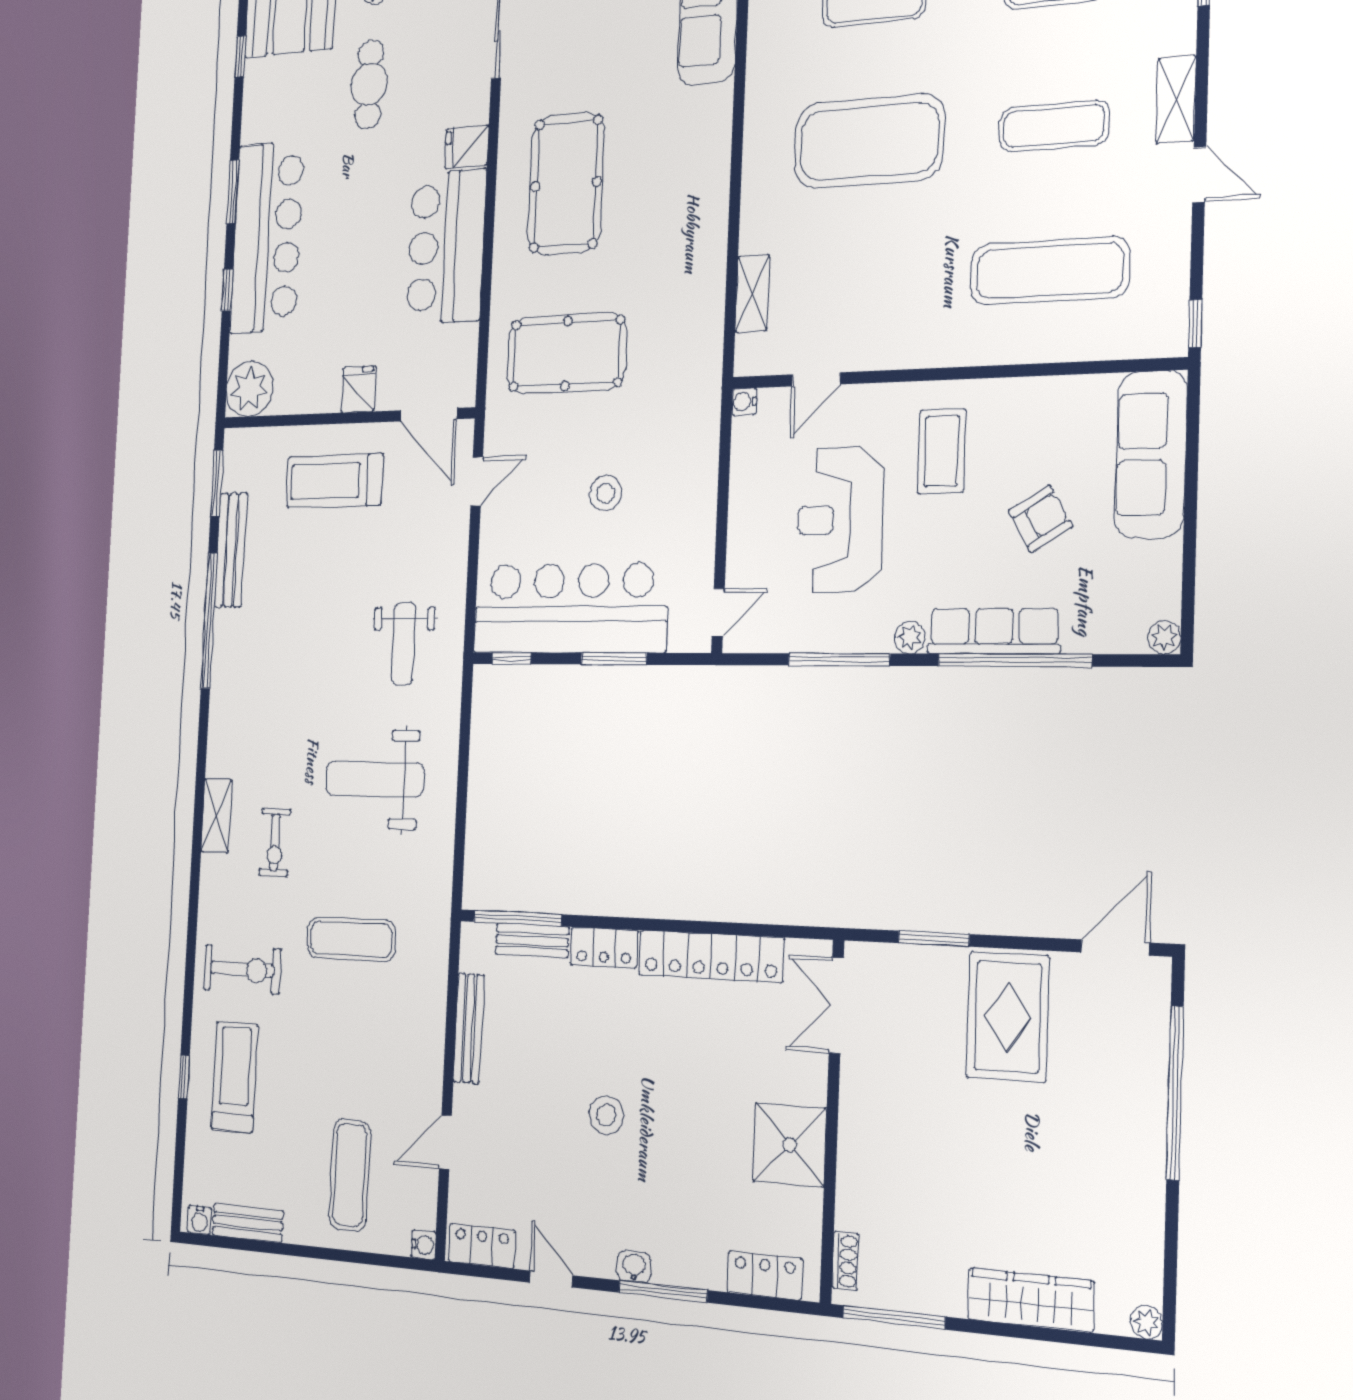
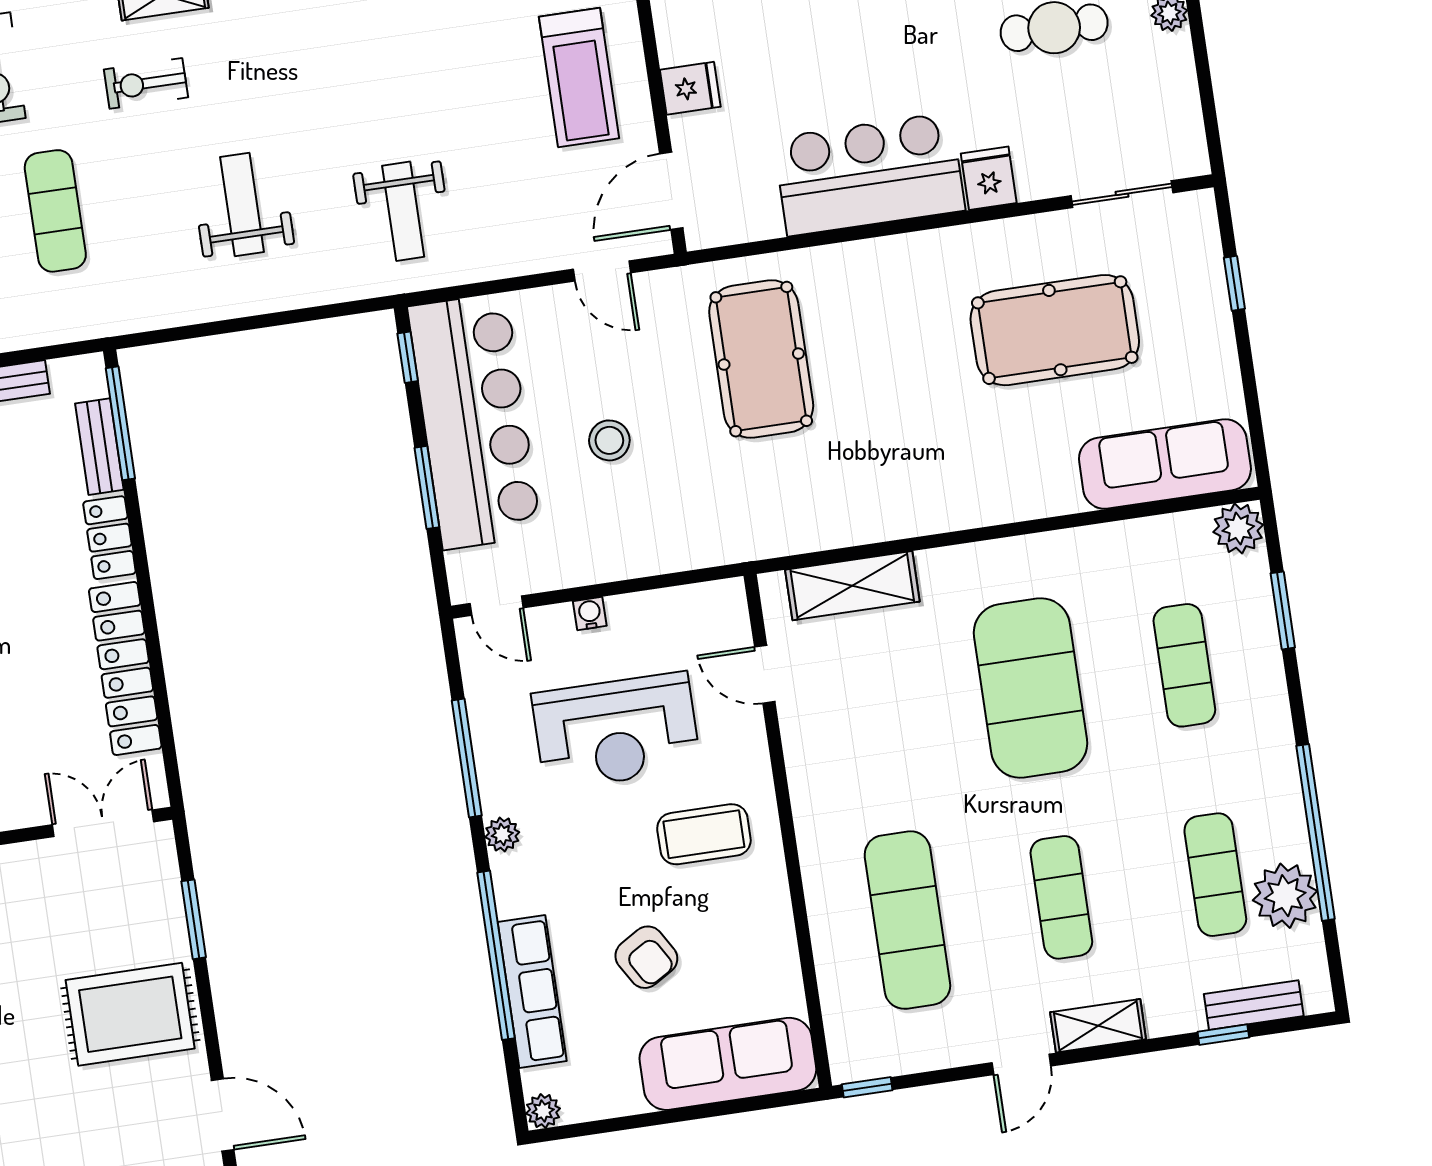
pool table: (566, 184) -> (1055, 330), moved
shelving: (752, 293) -> (852, 586), width x1.50, depth x1.33
water cooler: (744, 402) -> (590, 614), moved
treadmill: (335, 481) -> (579, 77), turned 180
reception desk: (840, 520) -> (616, 731), turned 180
row of seats: (994, 631) -> (532, 992), moved
weight bench: (404, 644) -> (403, 211), turned -90
weight bench: (375, 779) -> (242, 205), width x0.73, depth x0.75

